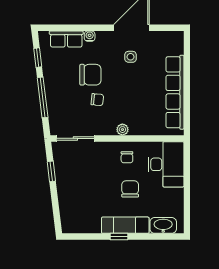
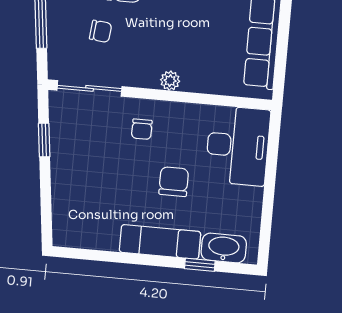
chair: (97, 100) -> (101, 31), moved
chair: (127, 157) -> (142, 129), moved
window: (119, 237) -> (200, 265), moved

